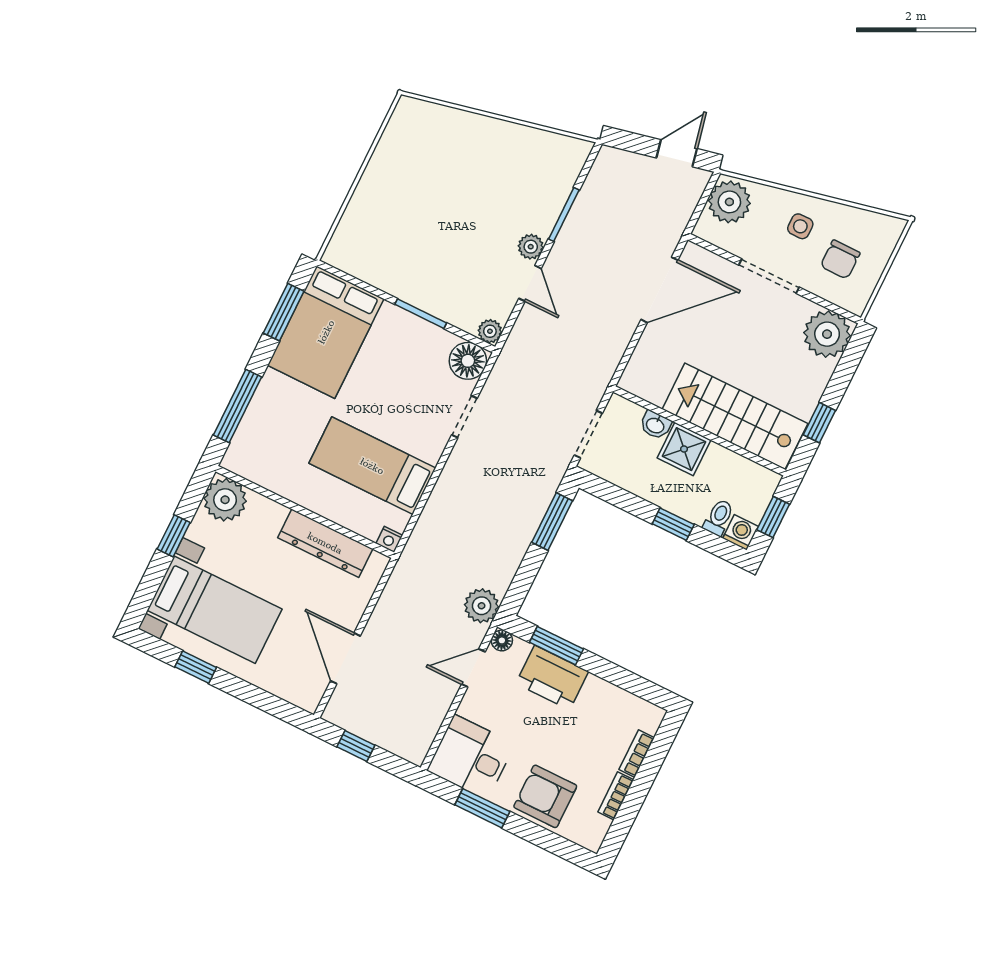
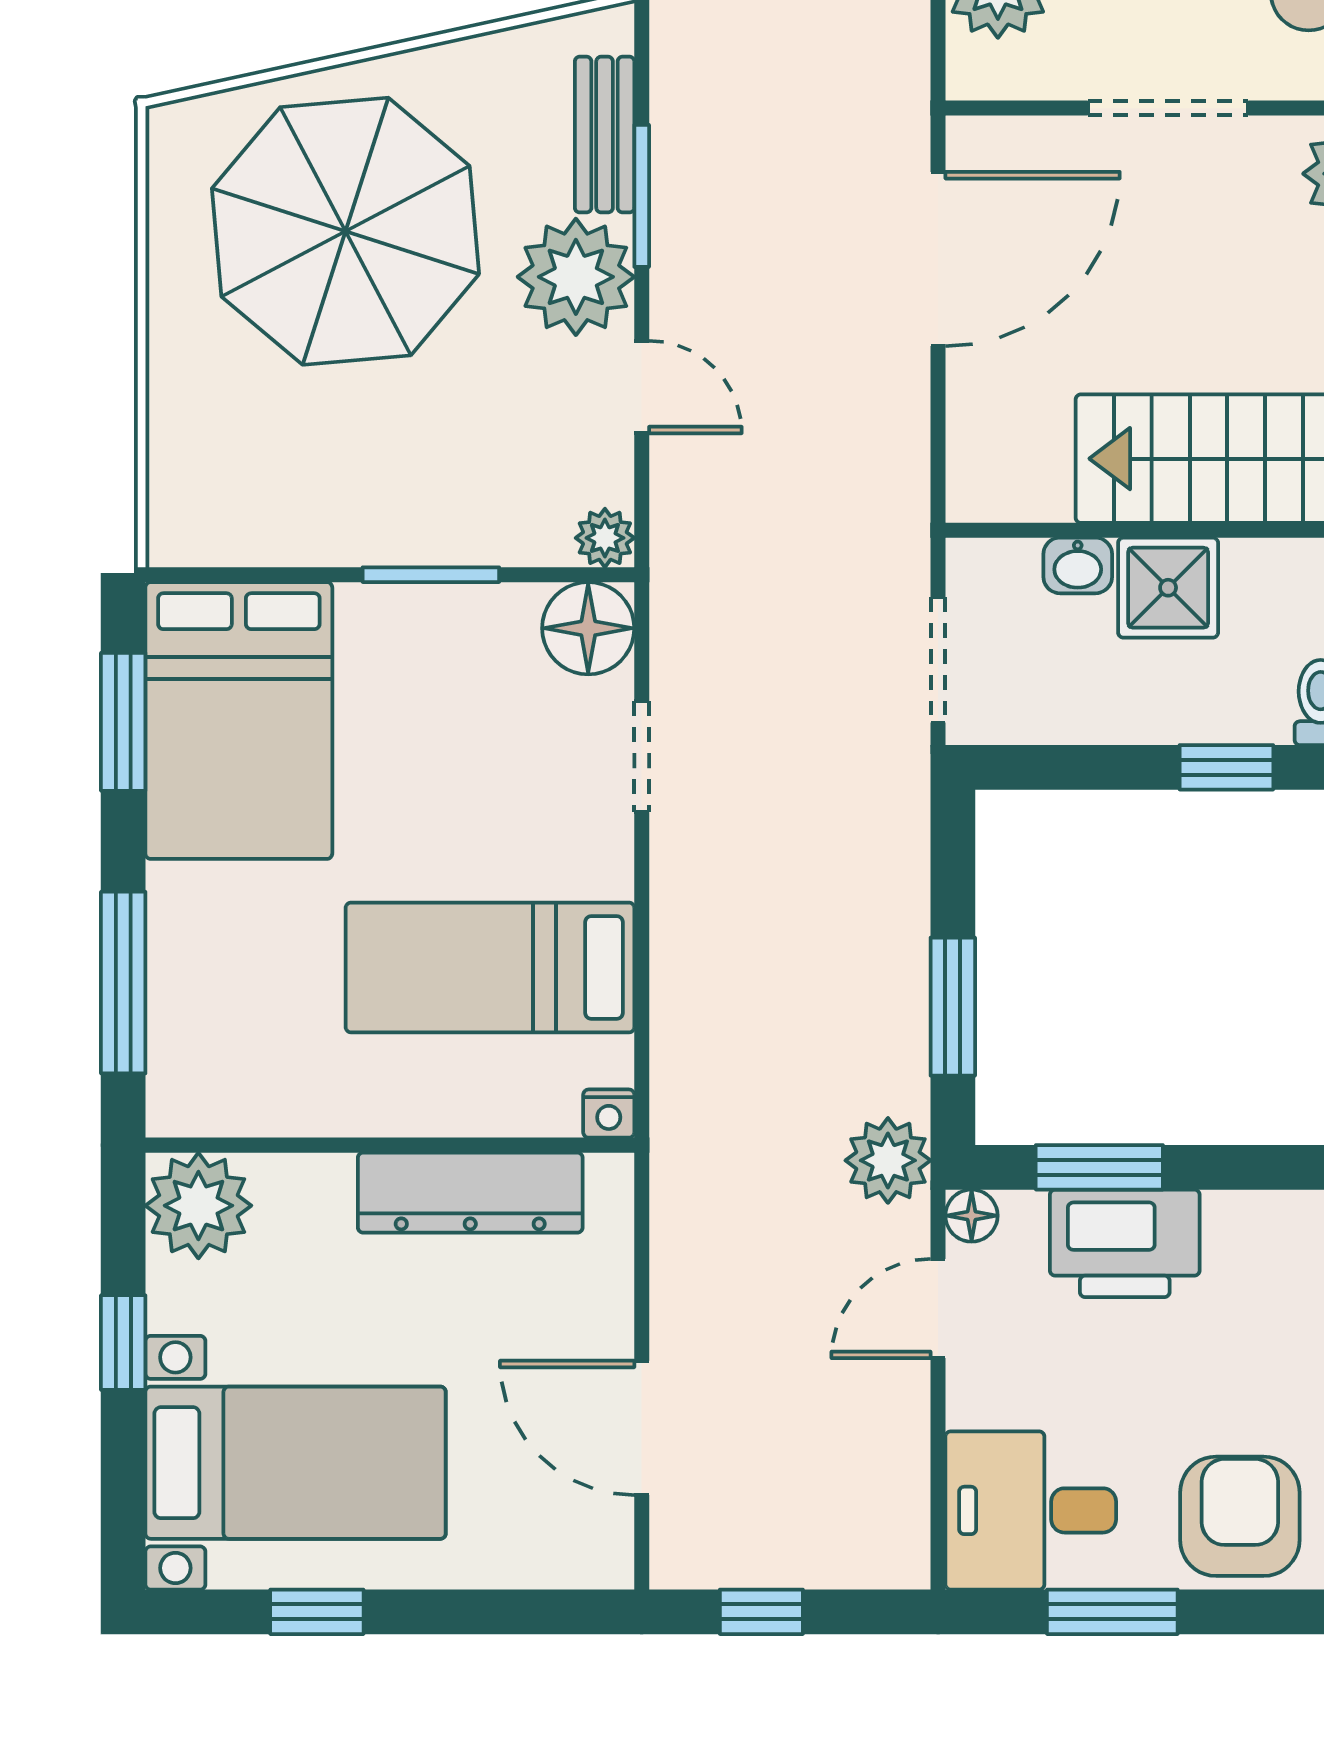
parasol: (451, 175) -> (345, 231), added
bench: (561, 186) -> (605, 135), added
plant: (531, 247) -> (576, 277), width x1.88, depth x1.88
window: (552, 521) -> (953, 1007), moved
armchair: (545, 796) -> (1240, 1516), turned 90

